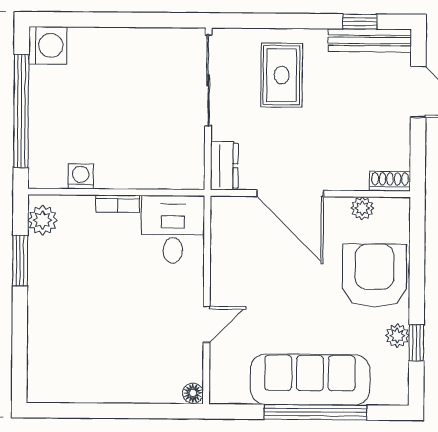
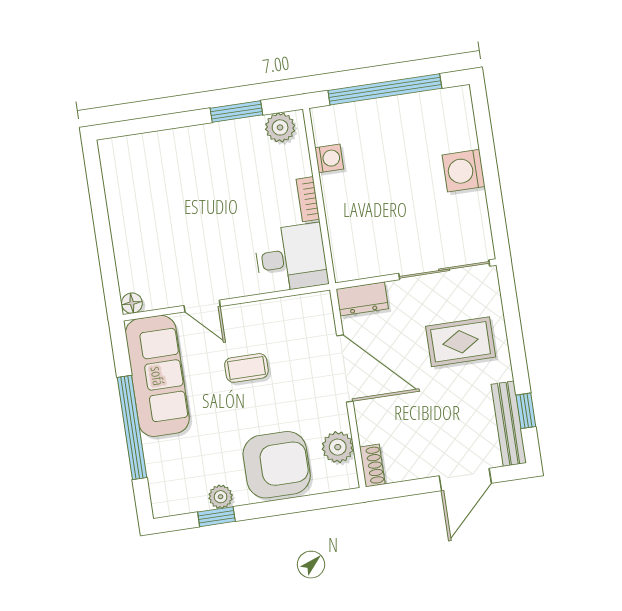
washing machine: (48, 45) -> (464, 171), moved, turned 90
door: (290, 193) -> (345, 368), swing flipped
plant: (362, 208) -> (338, 447), width x1.38, depth x1.38
coffee table: (274, 290) -> (246, 368), added
sofa: (310, 380) -> (157, 376), moved

